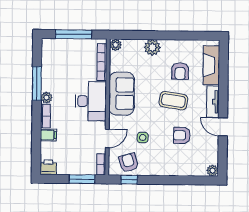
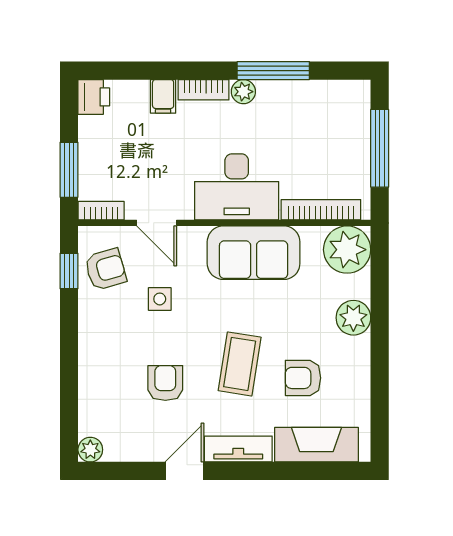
plant: (115, 45) -> (347, 250), width x1.87, depth x1.87

